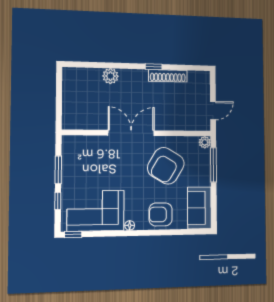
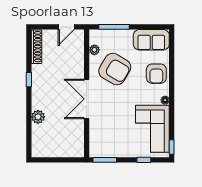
shoe rack: (168, 76) -> (37, 47), moved
door: (213, 111) -> (66, 27), swing flipped
plant: (205, 142) -> (94, 50), moved
window: (58, 170) -> (105, 160), moved

